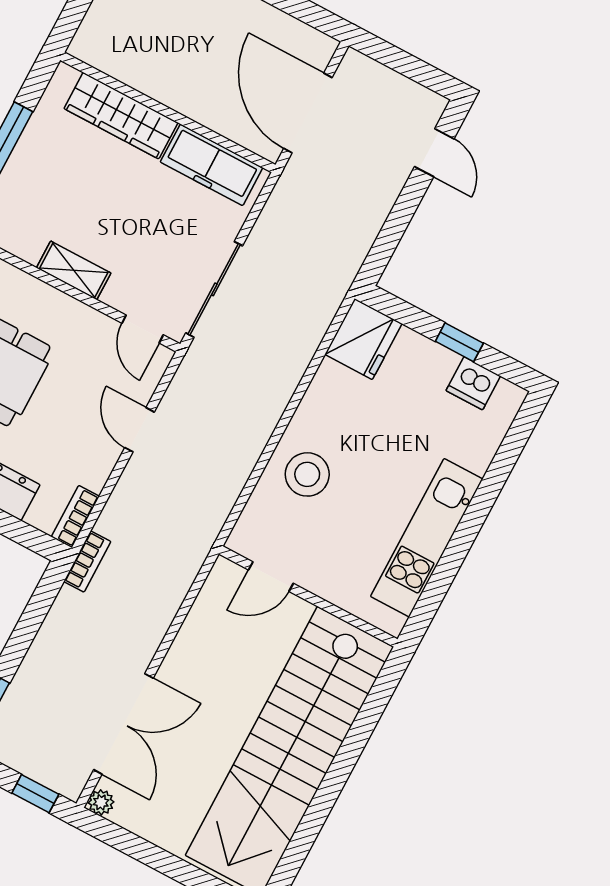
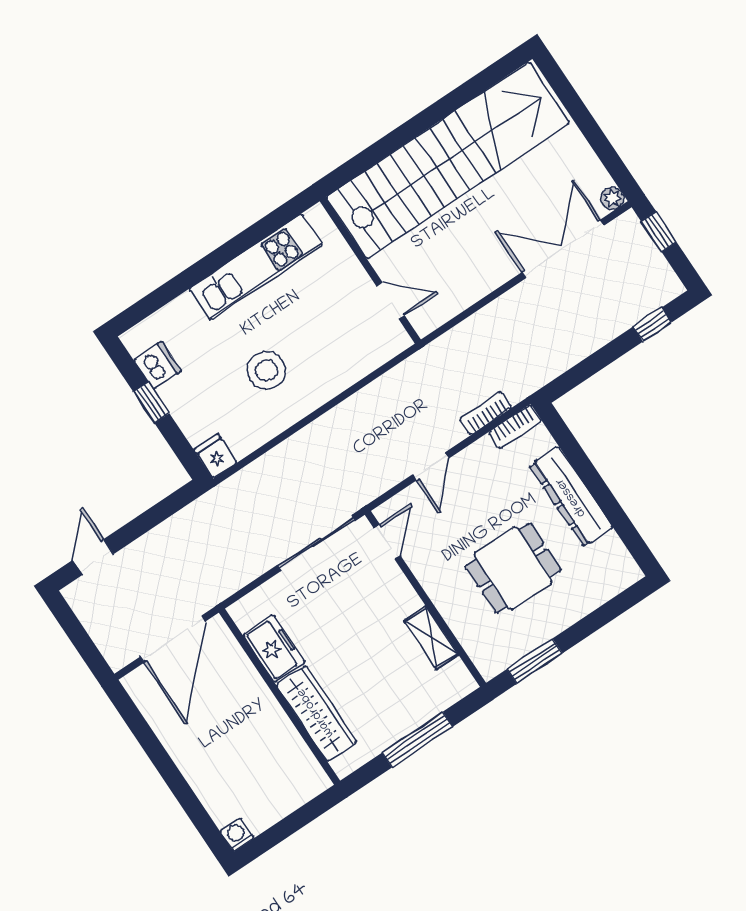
freezer: (212, 165) -> (274, 648), width x0.71
shelving: (74, 270) -> (431, 638), moved
fridge: (363, 339) -> (216, 456), width x0.53, depth x0.75
stool: (307, 474) -> (266, 370), moved
bookcase: (87, 561) -> (486, 413), moved

